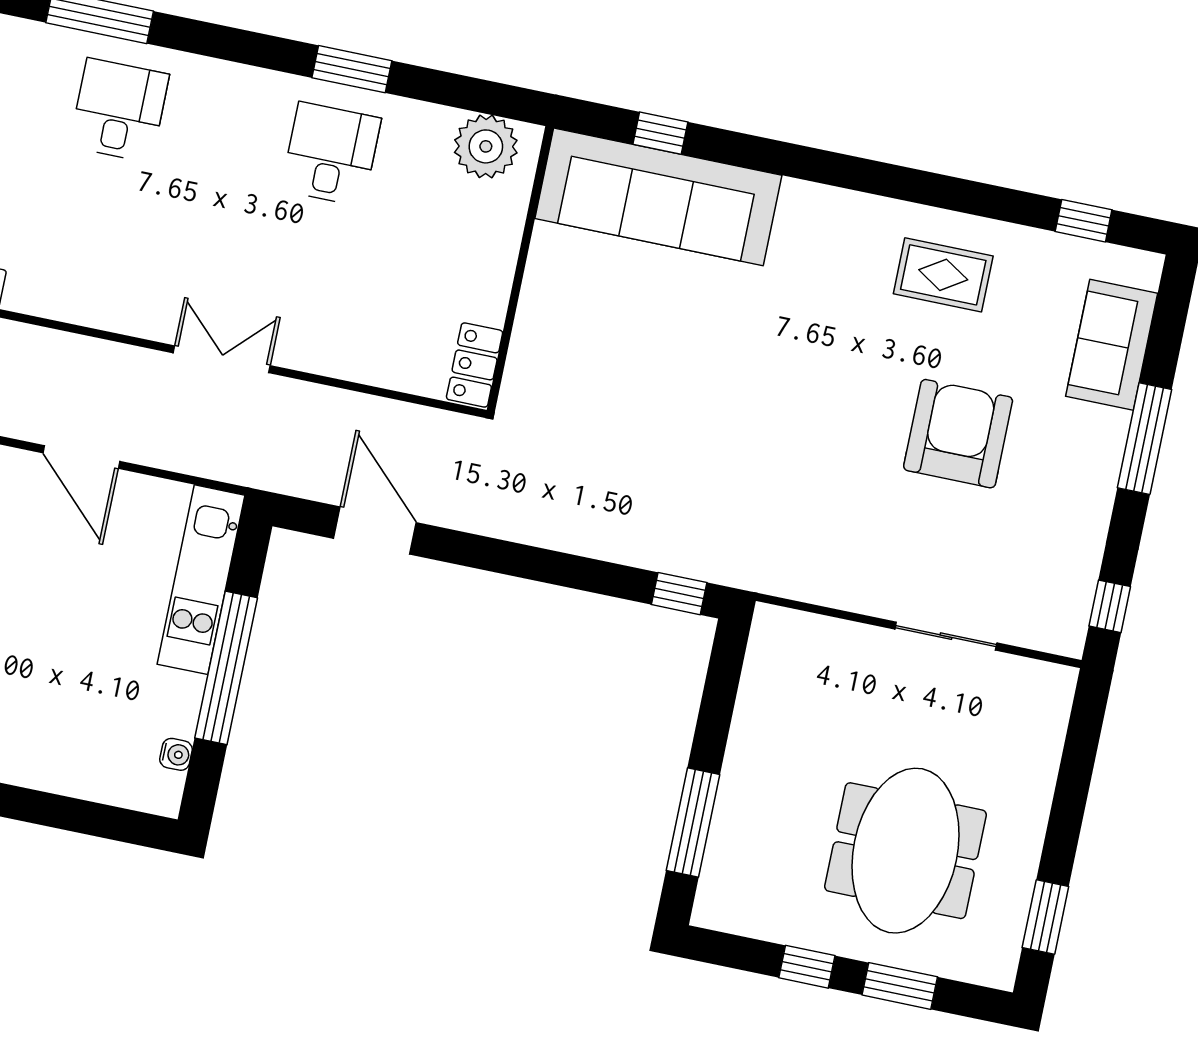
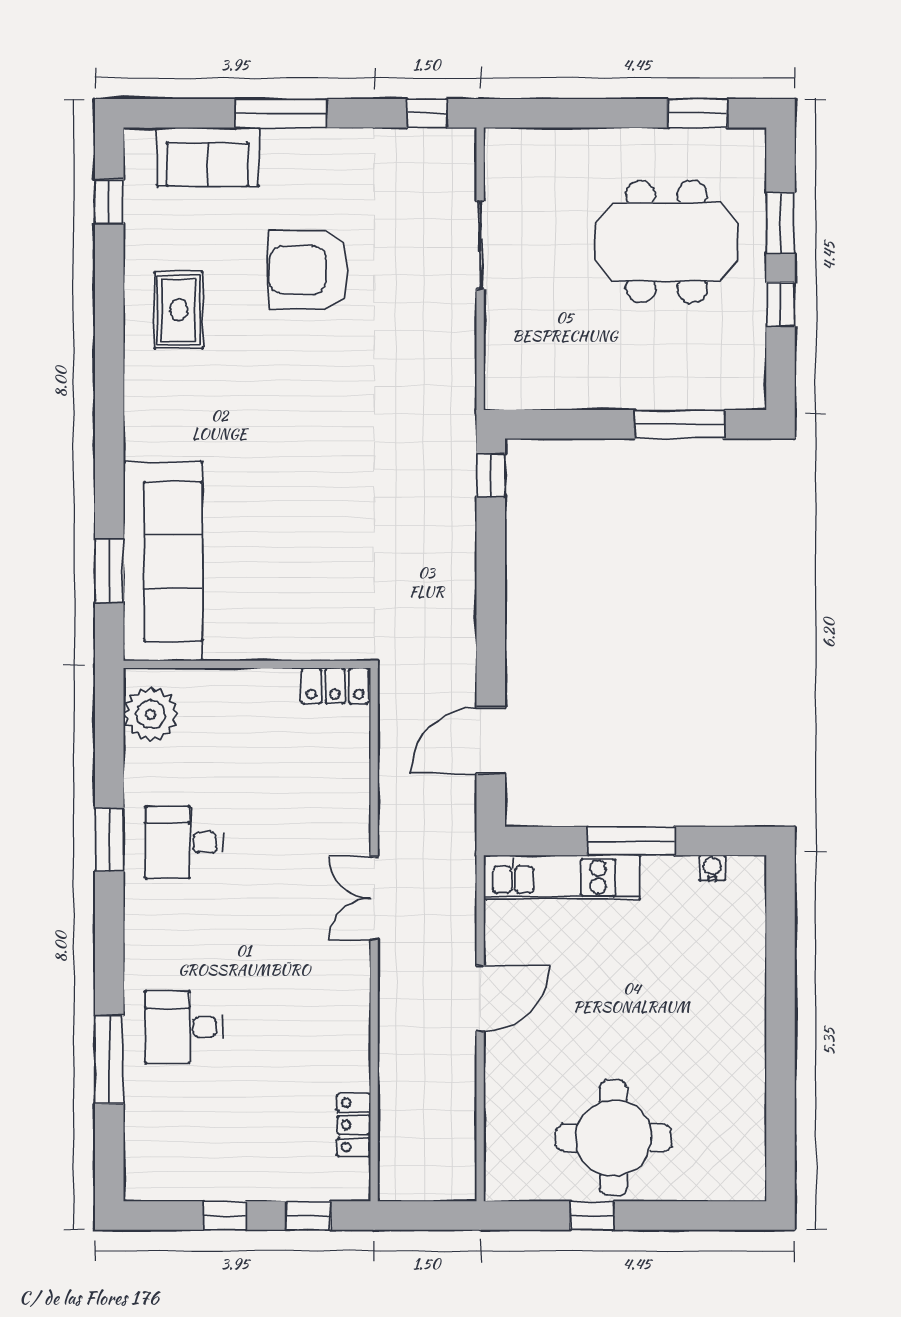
window: (660, 133) -> (109, 571), width x1.50
window: (226, 668) -> (631, 841), width x0.68

